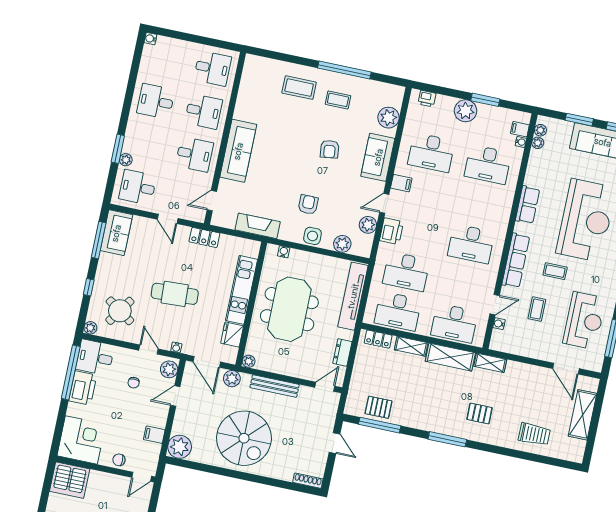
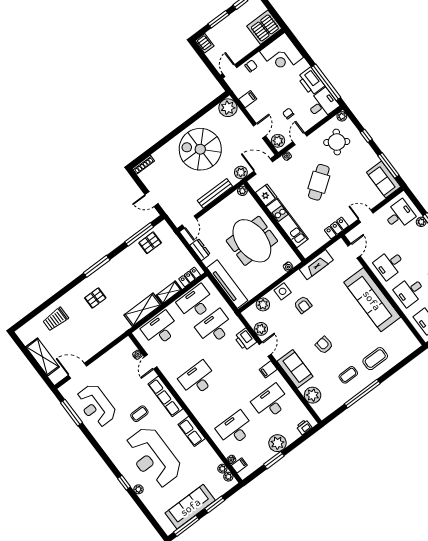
sofa: (238, 151) -> (372, 300), width x1.36, depth x1.27
cafe table: (175, 294) -> (319, 182), turned -33
coffee table: (537, 309) -> (127, 384), removed
door: (148, 350) -> (300, 139), swing flipped
shelving: (490, 363) -> (119, 330), removed

